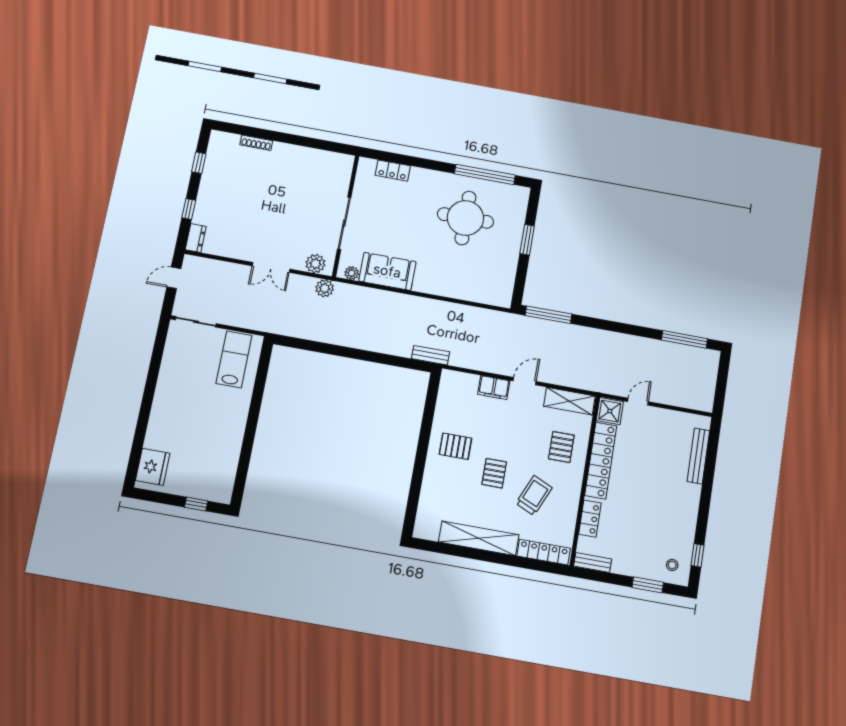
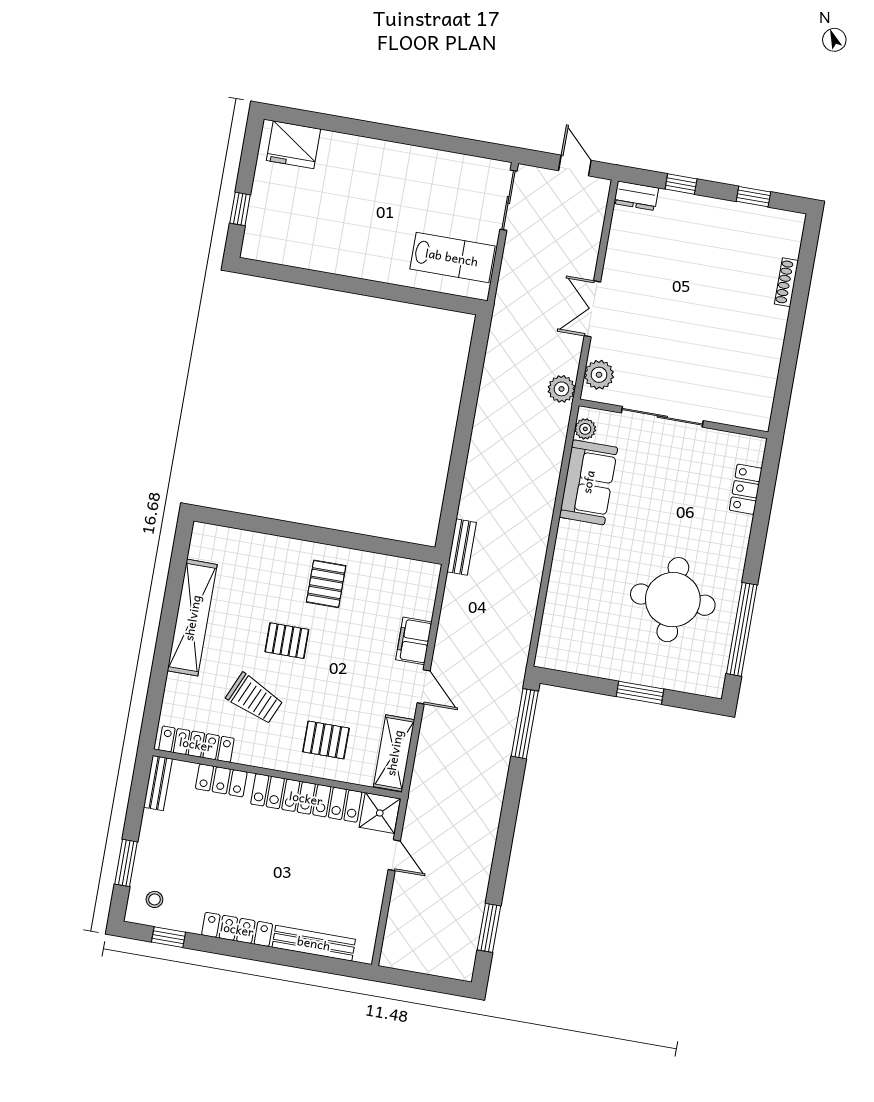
window: (684, 339) -> (489, 928), width x0.69
locker: (691, 508) -> (237, 929), added
locker: (544, 552) -> (196, 744), moved, turned -90

